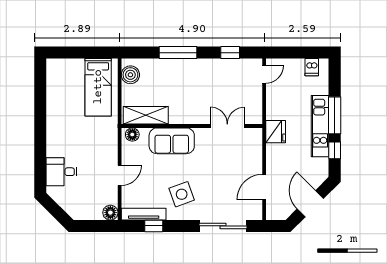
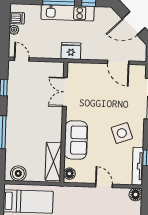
plant: (298, 64) -> (14, 30), added

